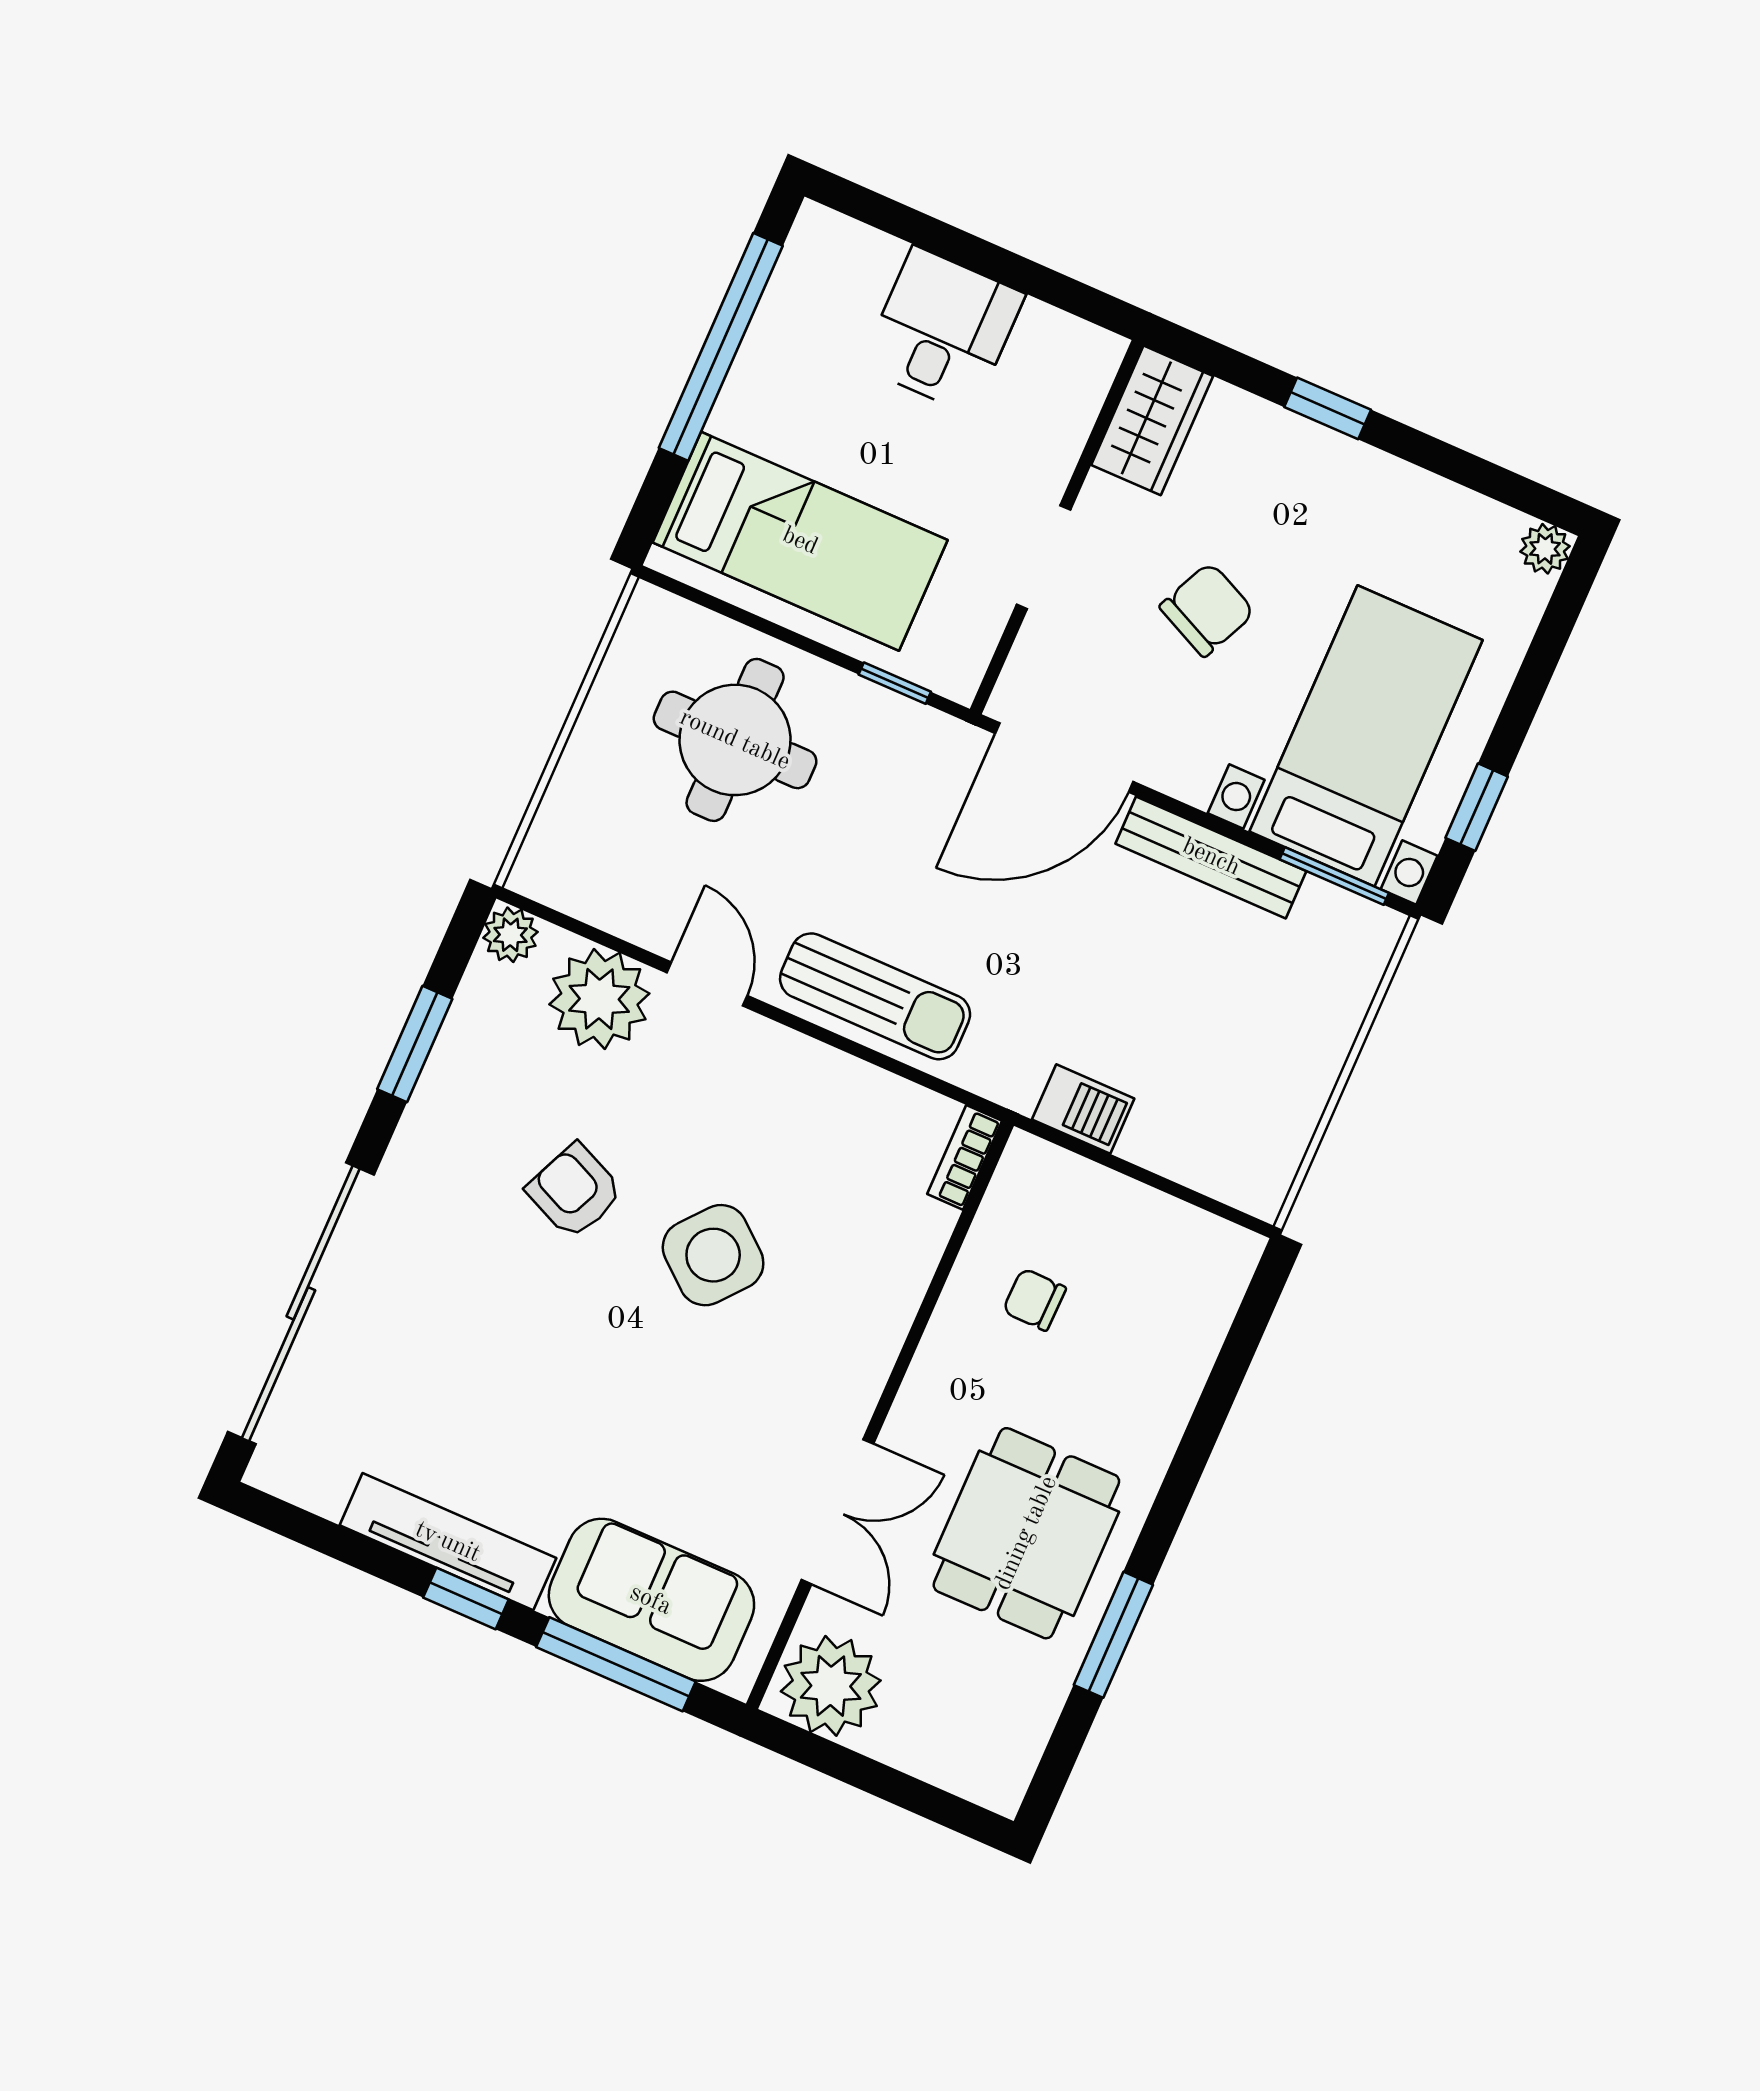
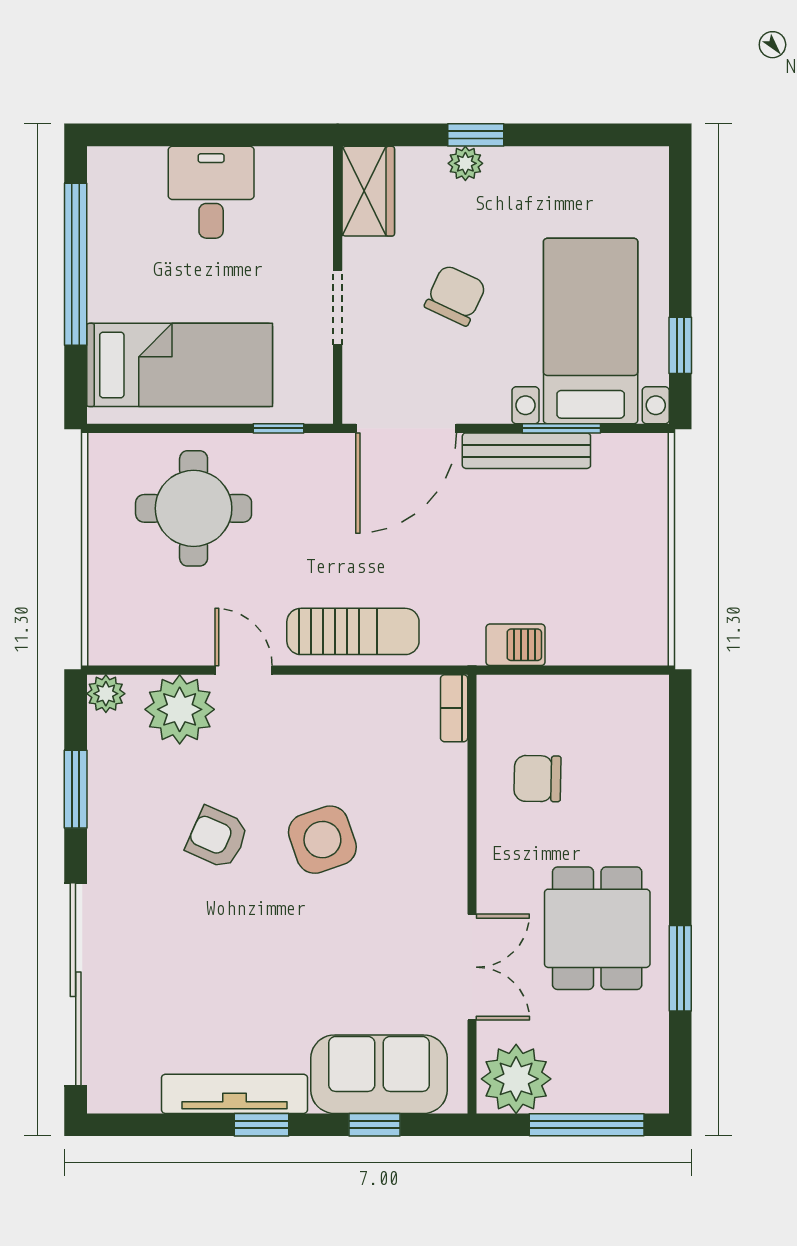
plant: (1545, 549) -> (465, 163), moved
window: (1334, 876) -> (561, 428), moved
side table: (713, 1255) -> (322, 840), turned 31
chair: (1034, 1299) -> (537, 779), width x1.37, depth x1.37
window: (616, 1664) -> (375, 1125), width x0.46
window: (898, 1788) -> (587, 1125), added

